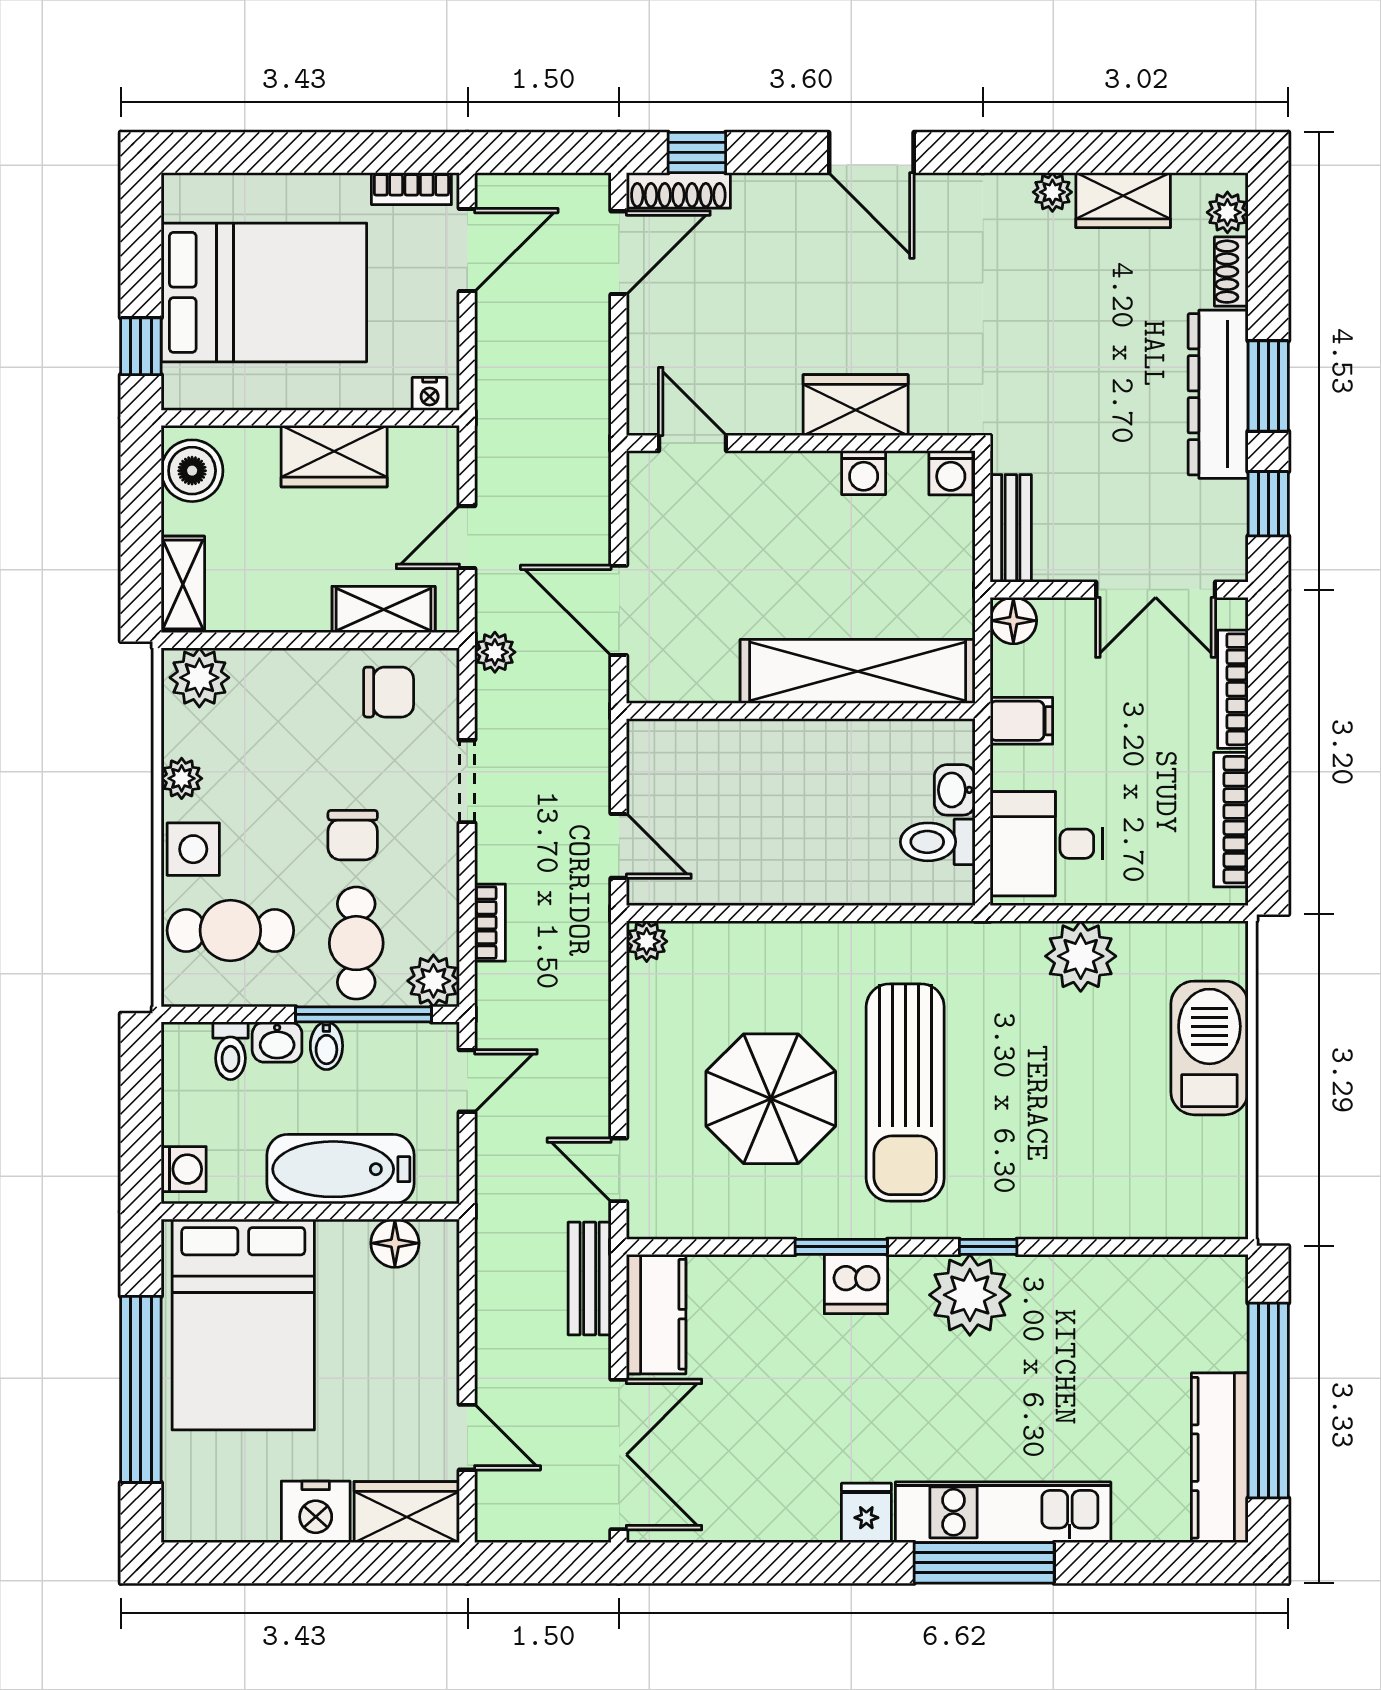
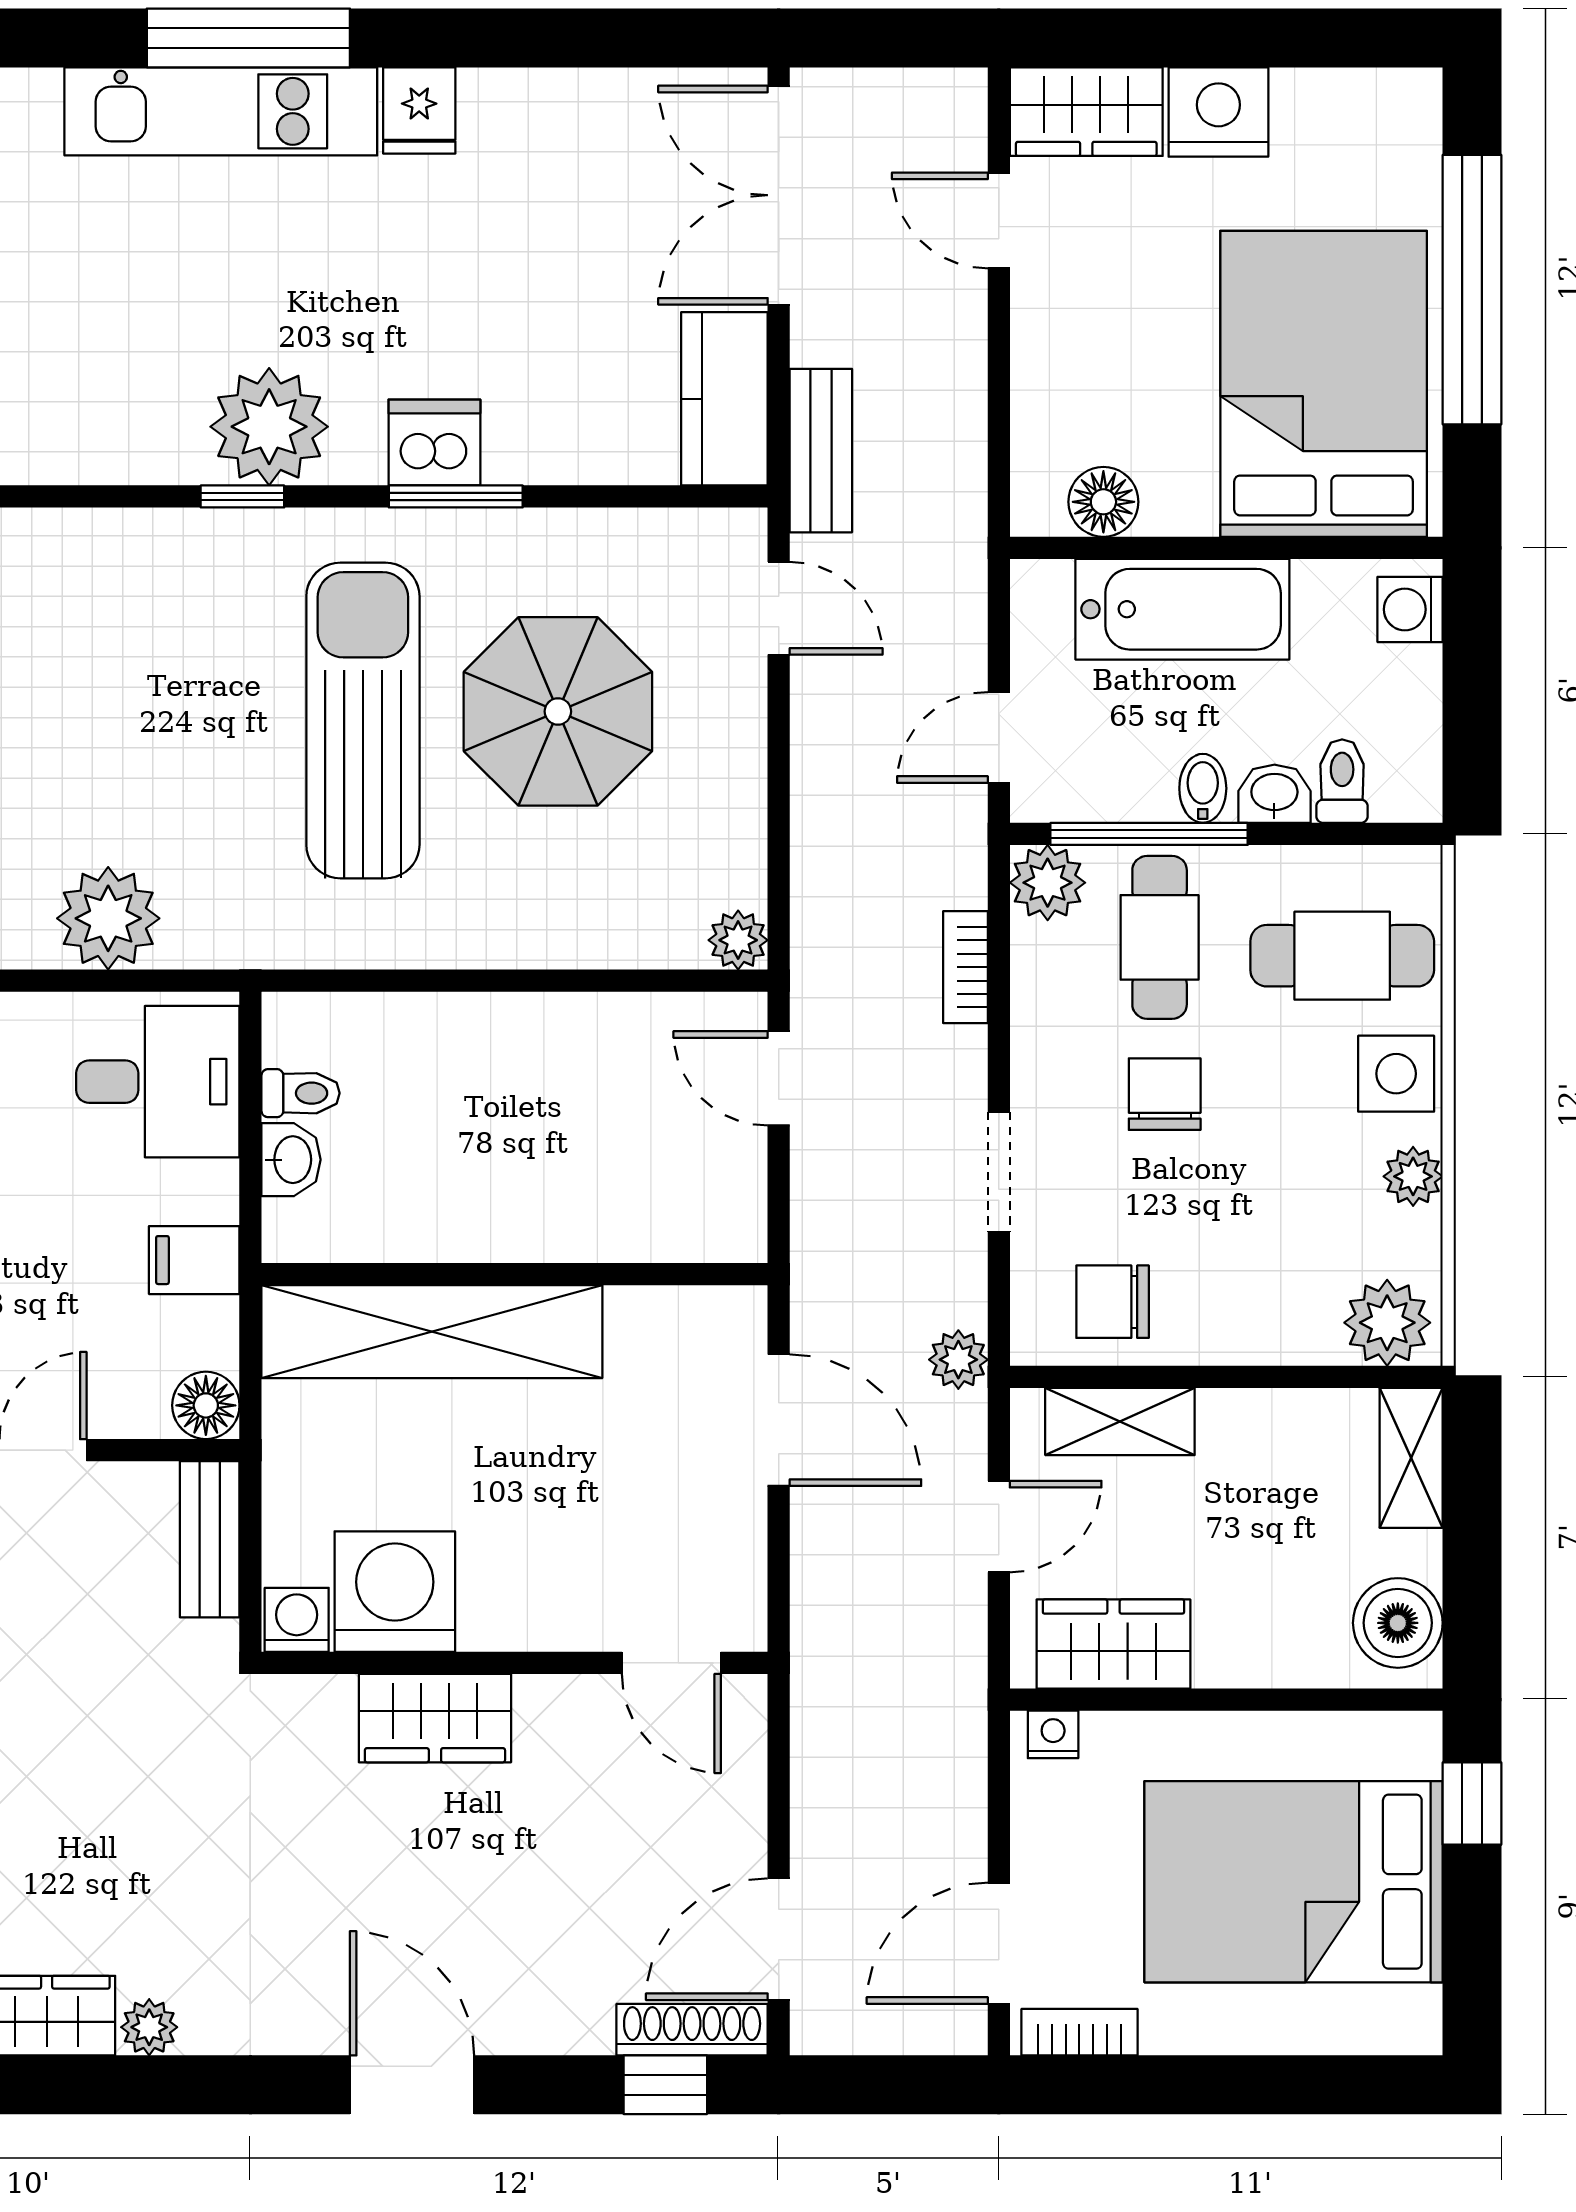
wardrobe: (334, 456) -> (1113, 1644), moved
washing machine: (864, 473) -> (395, 1592), width x1.89, depth x1.89
toilet: (938, 842) -> (301, 1093), width x0.73, depth x0.72

